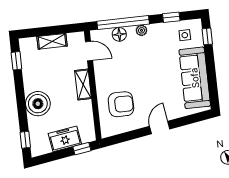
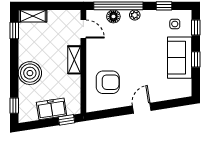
shelving: (52, 41) -> (33, 16), moved
window: (211, 70) -> (196, 59), added
sofa: (195, 78) -> (180, 58), width x0.73

